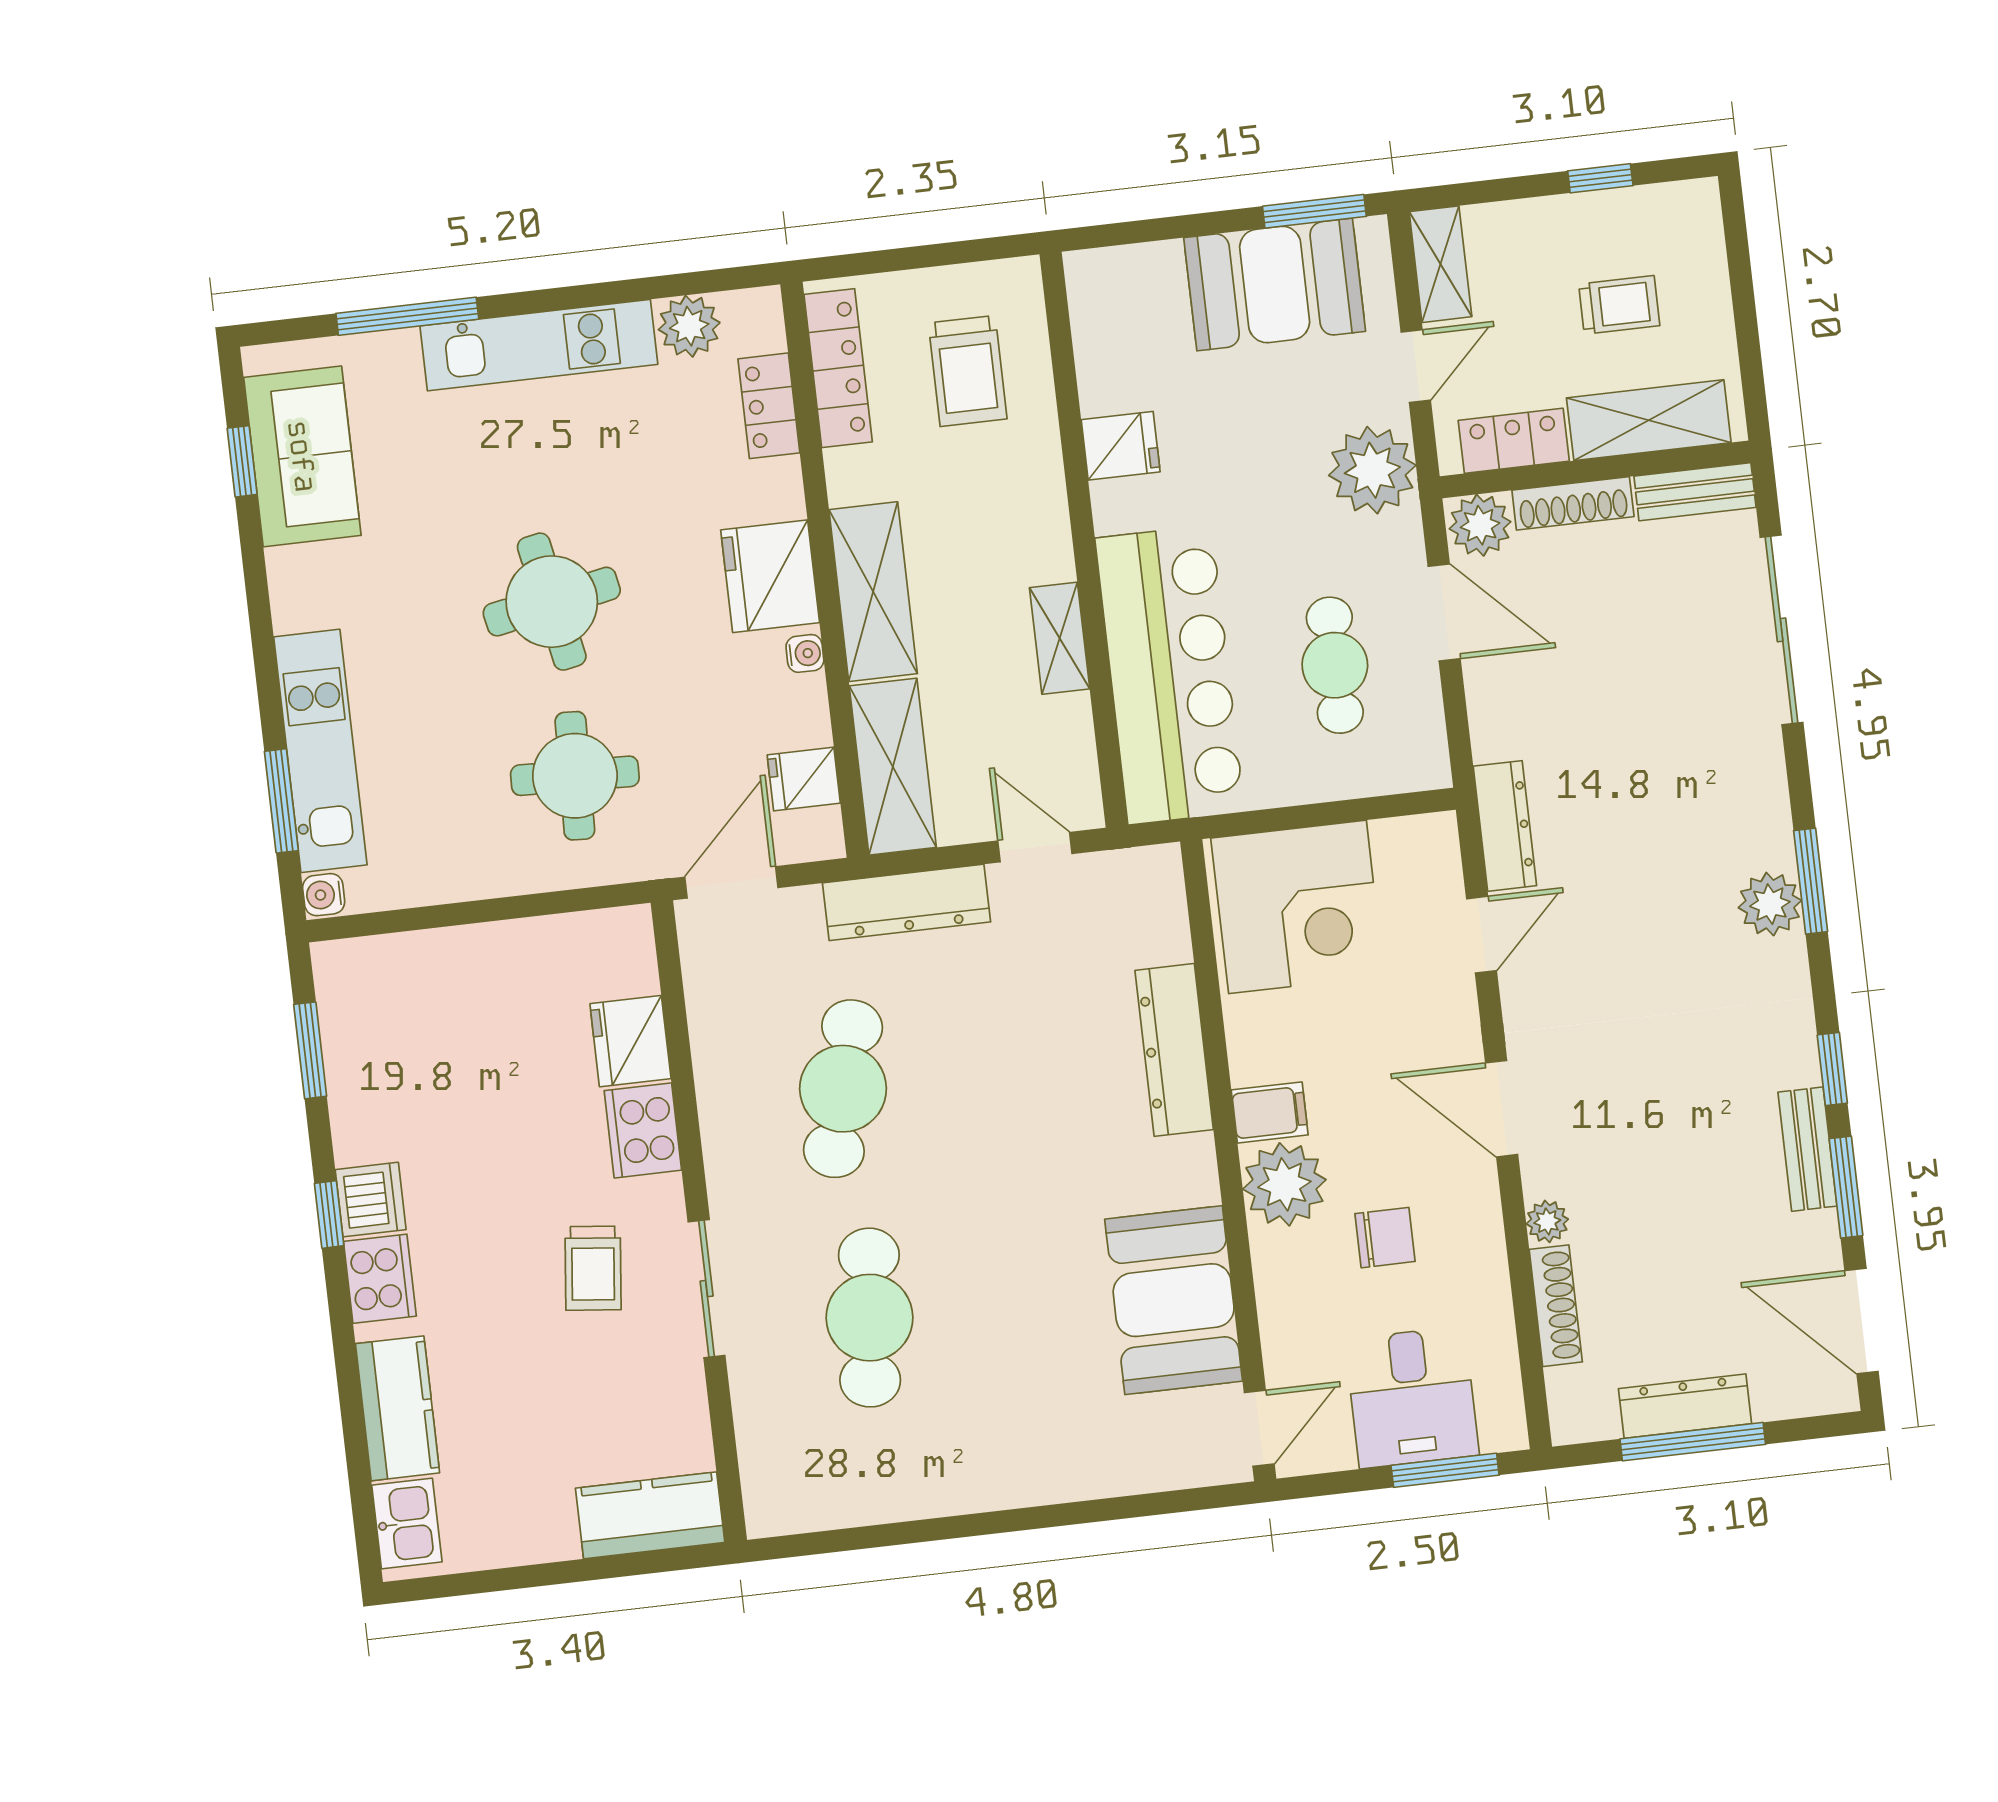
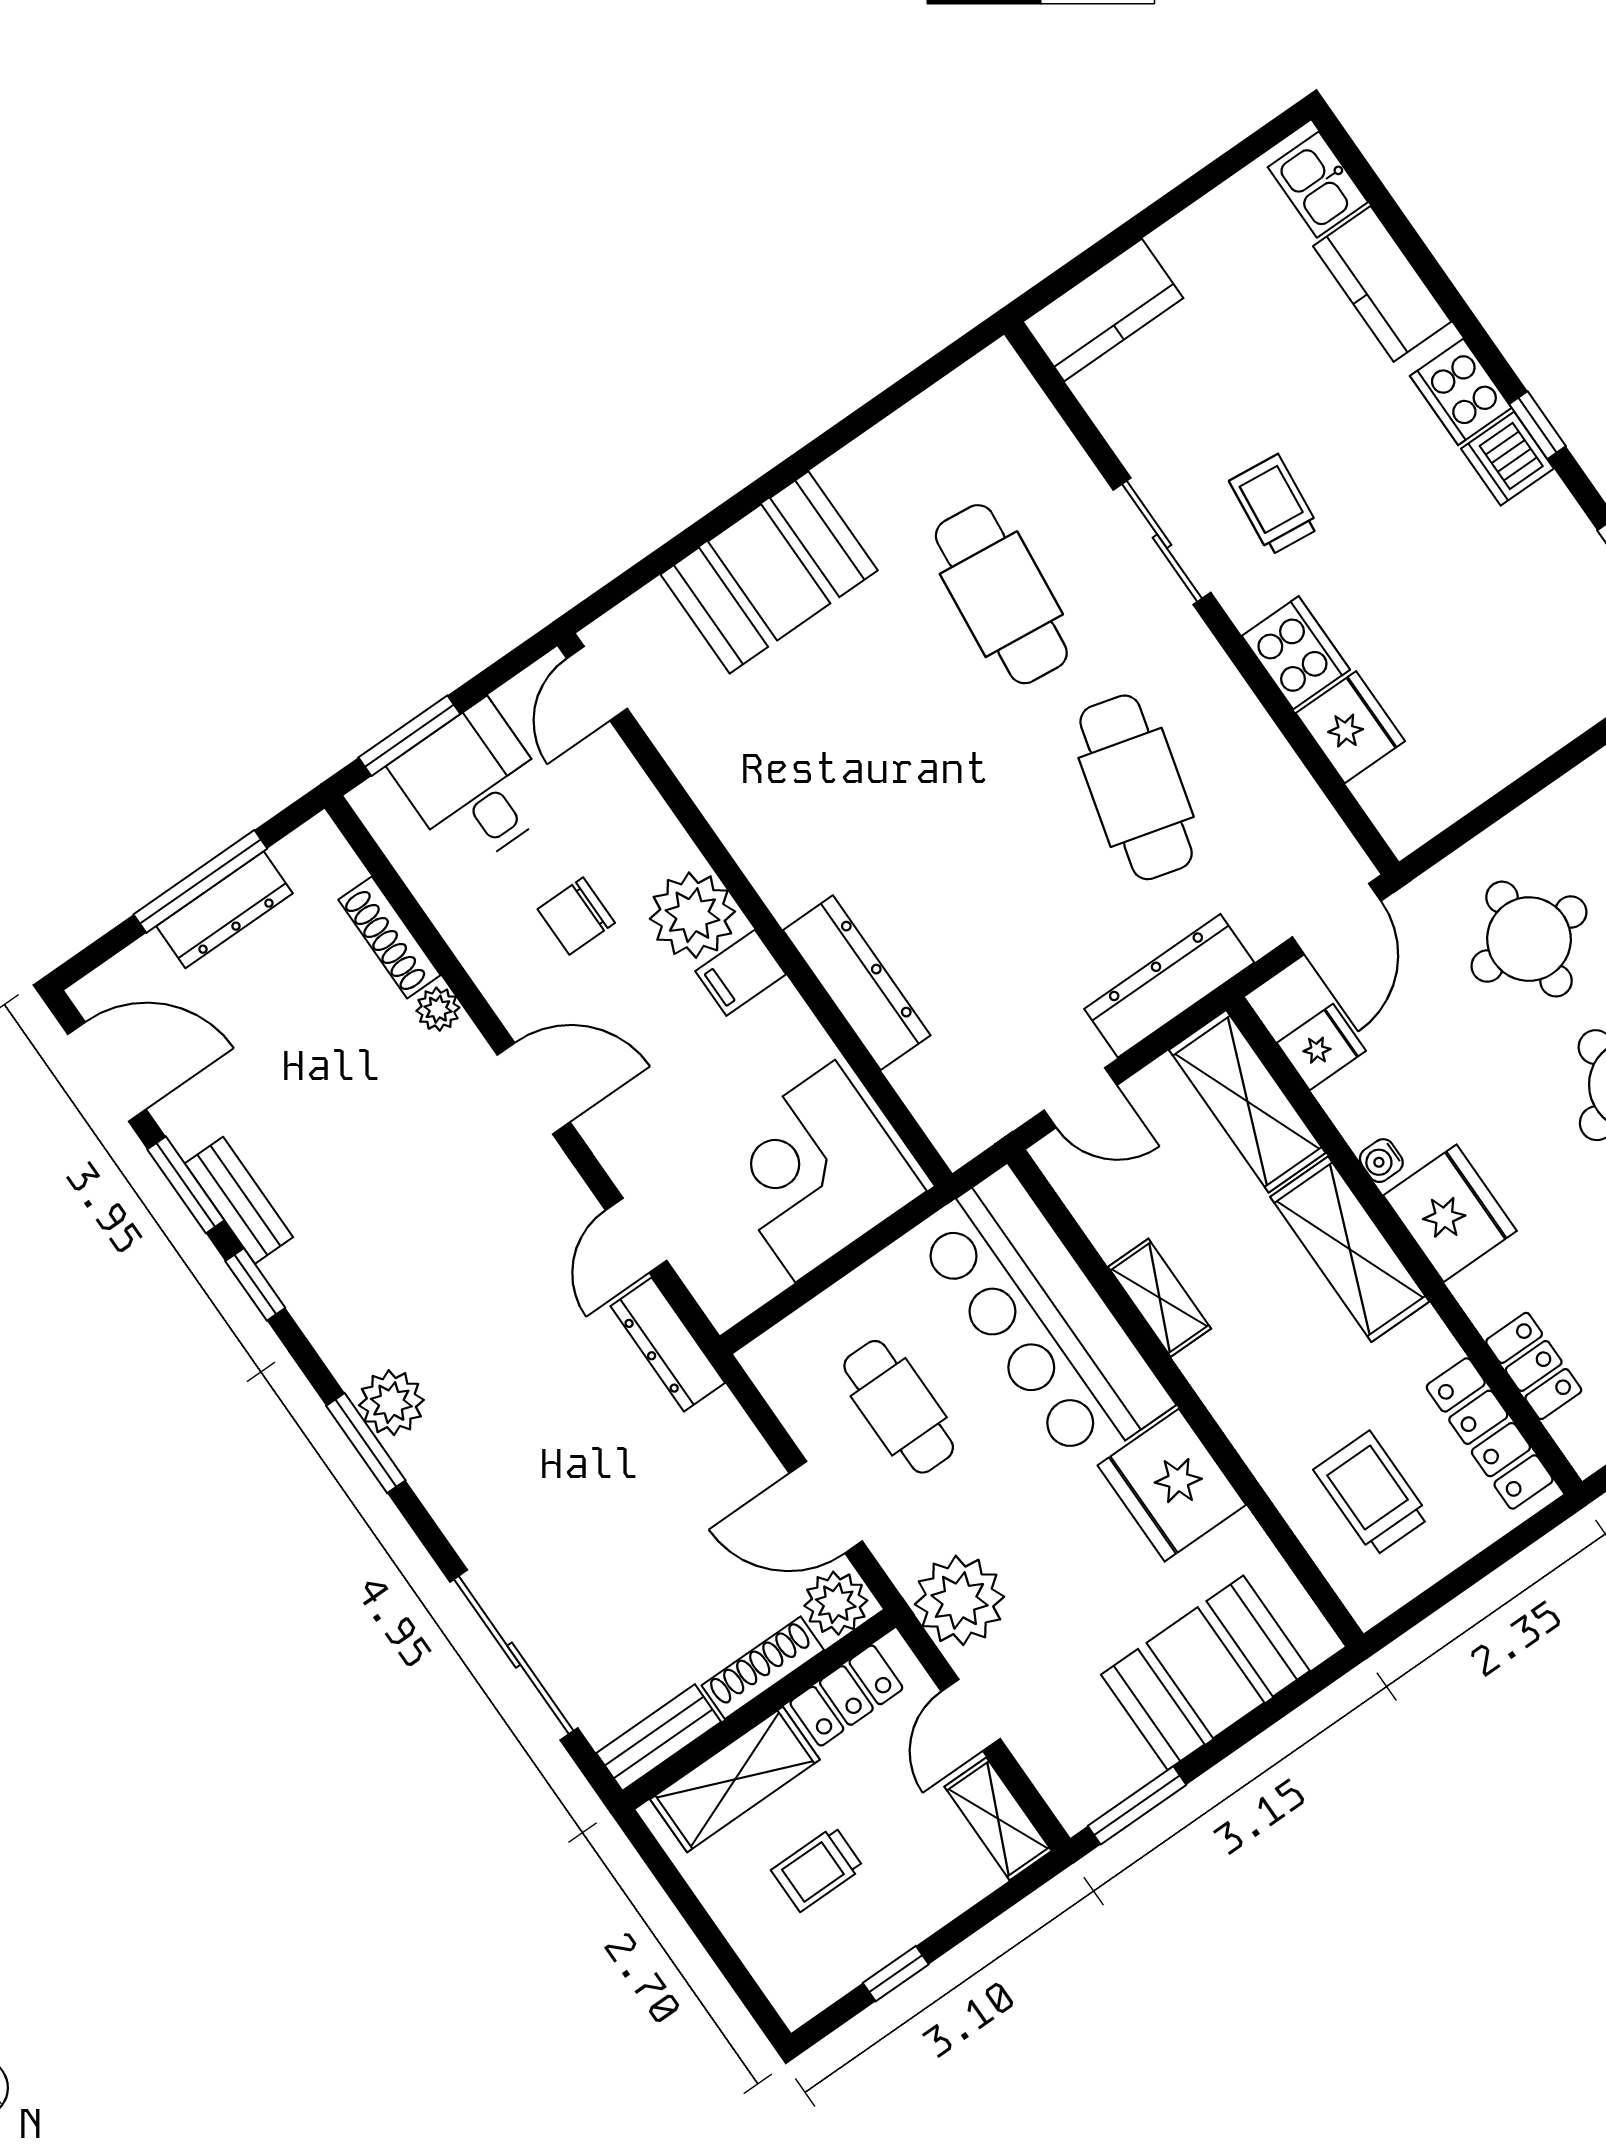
booth: (1275, 284) -> (1205, 1673), moved
fridge: (1121, 446) -> (1172, 1485), width x1.88, depth x1.34
booth: (1174, 1300) -> (769, 572), moved, turned 90

